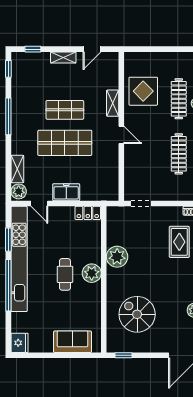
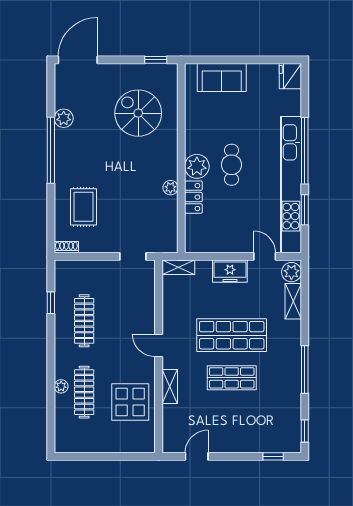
shelving: (63, 57) -> (178, 267), moved
locker: (88, 213) -> (193, 197), moved, turned 90
plant: (117, 257) -> (170, 188), width x0.53, depth x0.53
spiral stairs: (137, 314) -> (138, 113), turned 180

